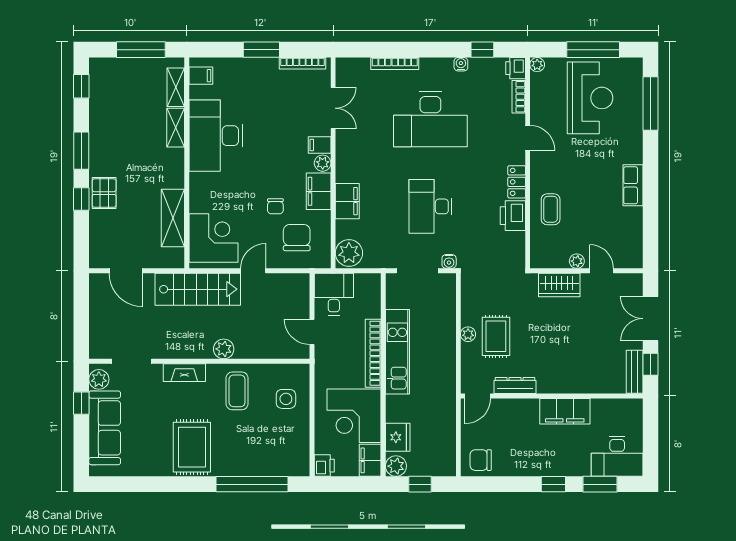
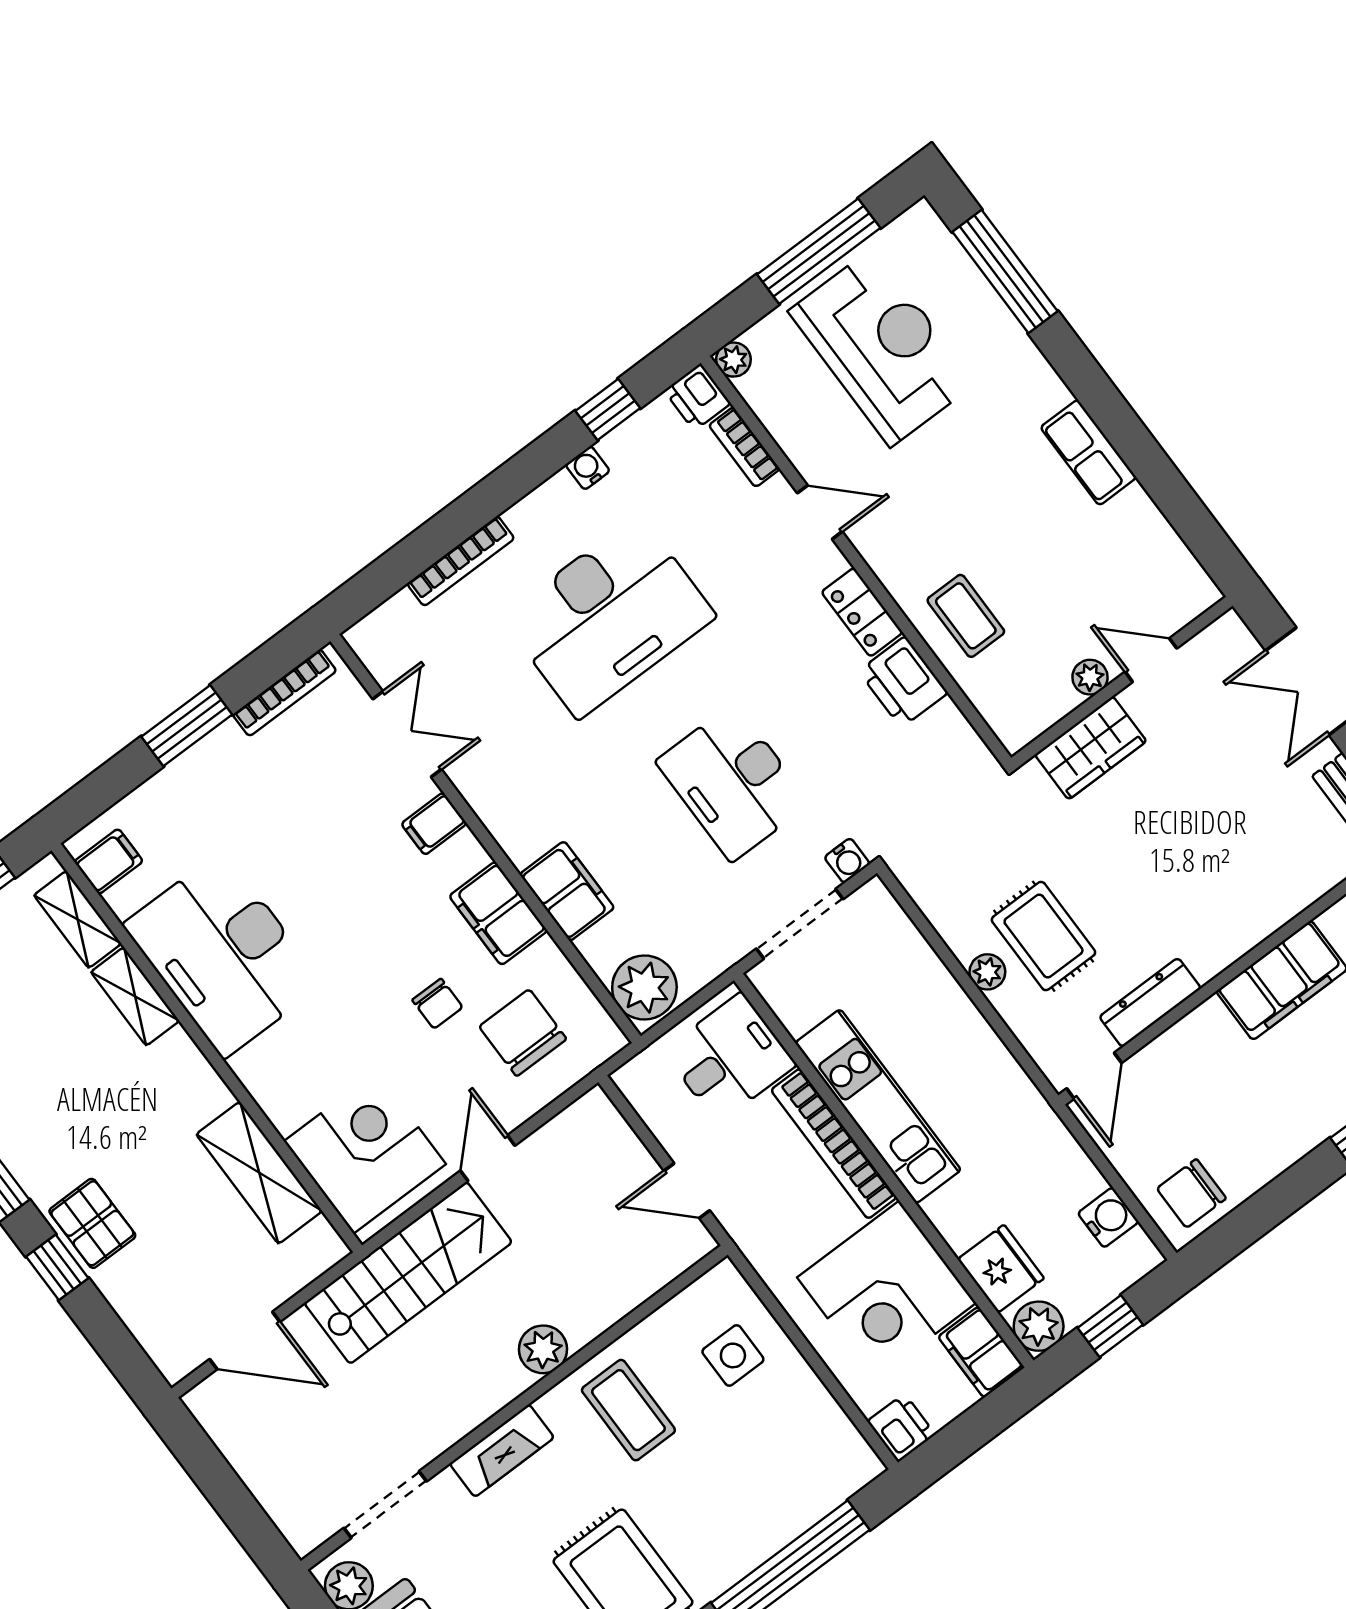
plant: (323, 163) -> (466, 854), removed
desk: (334, 294) -> (730, 1058), moved, turned 90
water cooler: (447, 447) -> (1108, 1217), added

